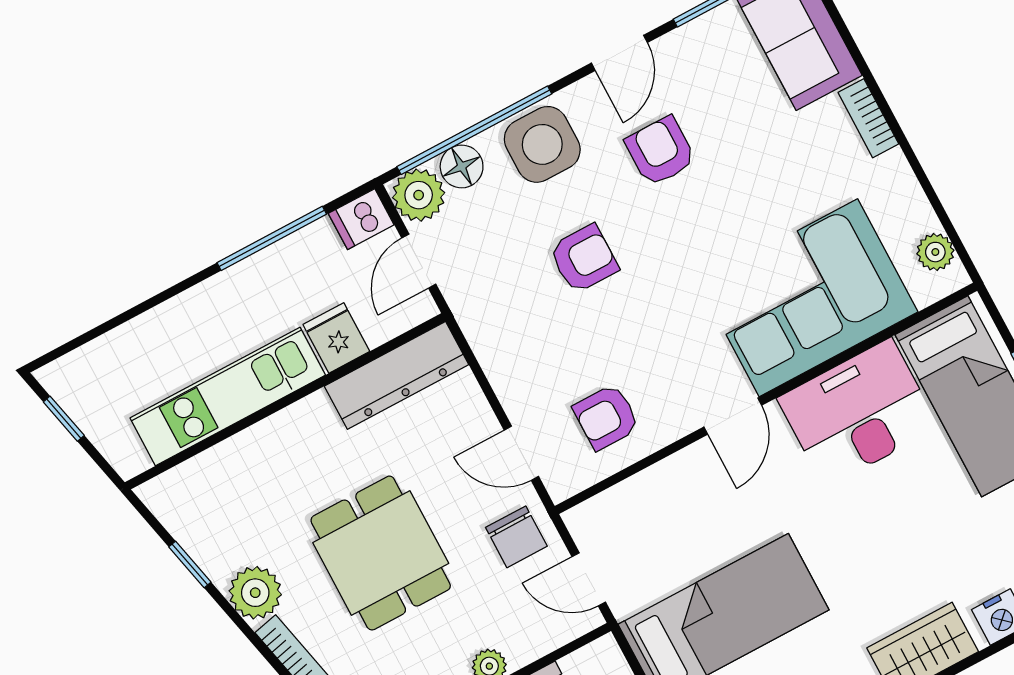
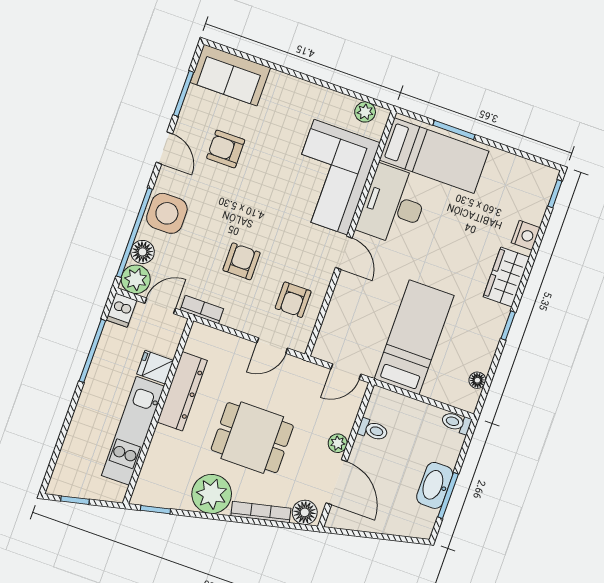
bookcase: (868, 118) -> (202, 309), moved, turned 180
armchair: (660, 151) -> (226, 149), moved
armchair: (584, 259) -> (242, 261), moved
door: (419, 261) -> (160, 306), swing flipped
dresser: (397, 375) -> (182, 391), moved
chair: (516, 537) -> (301, 381), removed
window: (190, 564) -> (155, 510), moved
plant: (255, 593) -> (212, 494), width x1.36, depth x1.36

